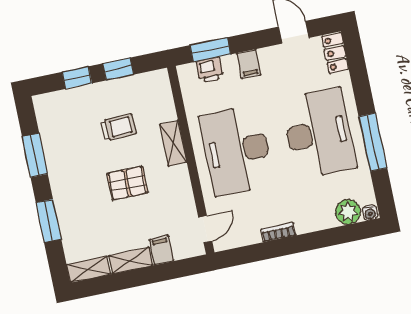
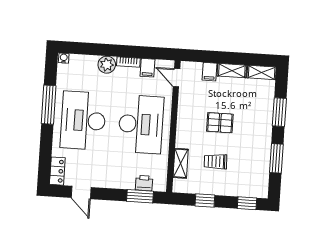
filing cabinet: (249, 64) -> (148, 68), moved, turned 180
window: (77, 78) -> (247, 203), moved
shelving: (173, 143) -> (181, 163), moved
plant: (348, 212) -> (107, 65), moved
door: (205, 229) -> (176, 78), hinge flipped

